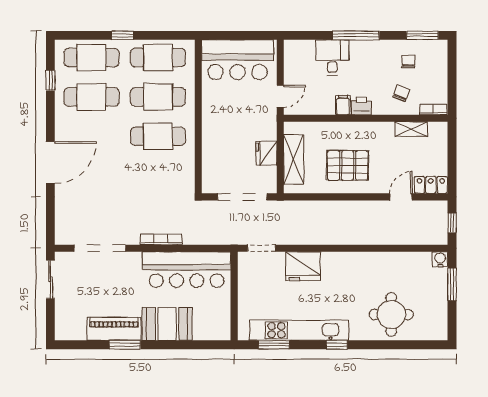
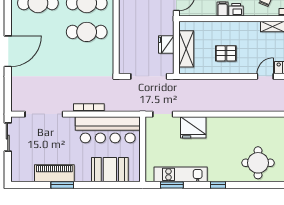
pallet: (348, 165) -> (226, 53), width x0.67, depth x0.71
booth: (167, 324) -> (110, 170), moved
kitchen unit: (299, 330) -> (181, 174), width x0.73

